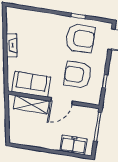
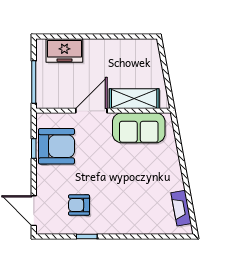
armchair: (80, 38) -> (79, 205), width x0.53, depth x0.53
fireplace: (12, 45) -> (181, 208), moved
armchair: (78, 75) -> (56, 146), moved

